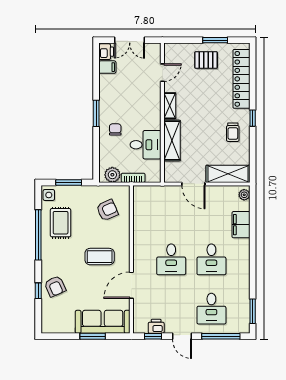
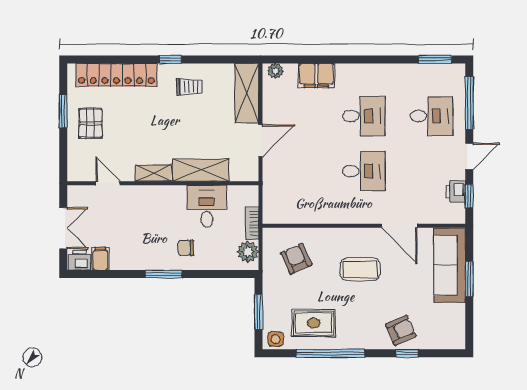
coffee table: (100, 257) -> (360, 269), turned 90

